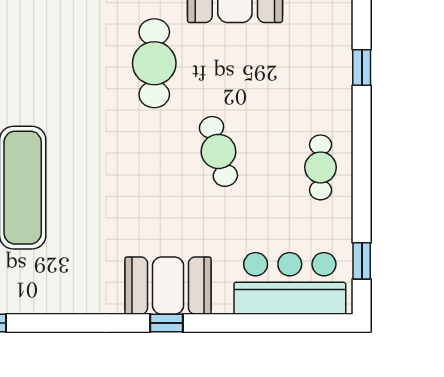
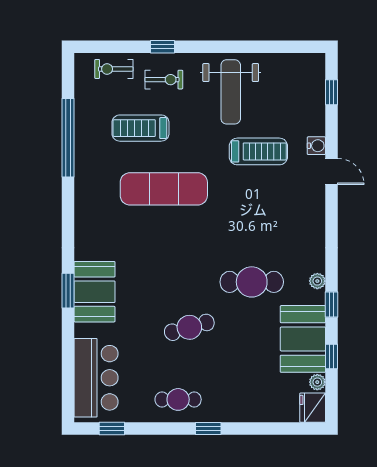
window: (362, 67) -> (208, 429), moved
window: (166, 323) -> (68, 291), width x1.50

